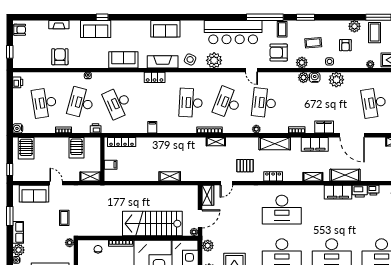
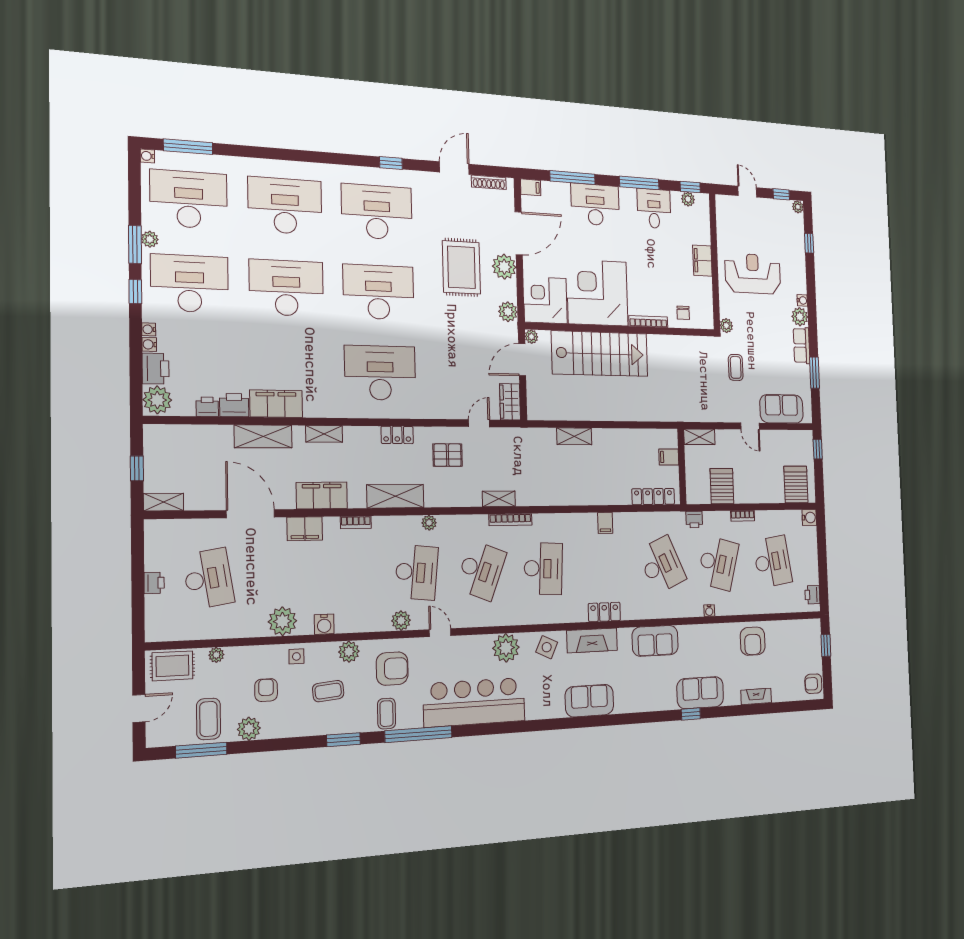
plant: (303, 78) -> (401, 621), moved

